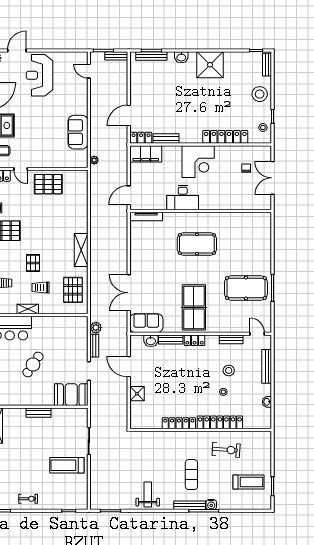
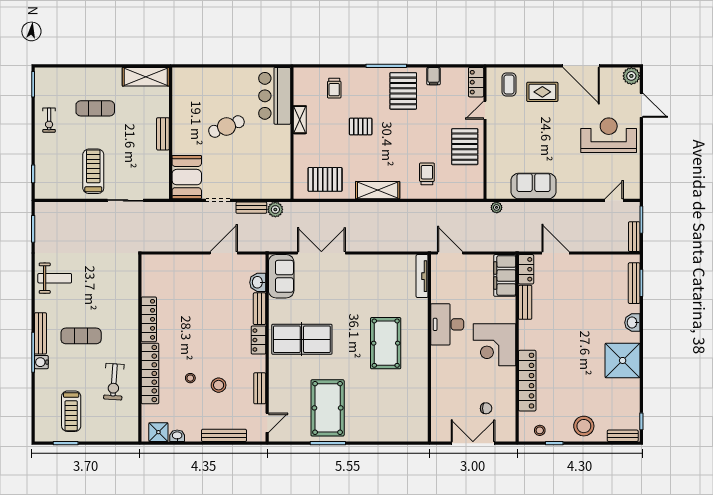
trolley: (41, 288) -> (427, 174), moved
cafe table: (33, 365) -> (226, 126), turned -56
shower: (137, 394) -> (158, 432), moved
exercise mat: (19, 464) -> (95, 108), added

